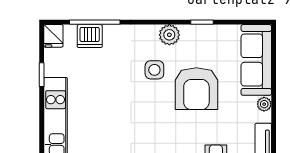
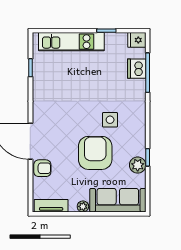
plant: (169, 35) -> (138, 165), moved
armchair: (196, 89) -> (95, 153), turned 90

